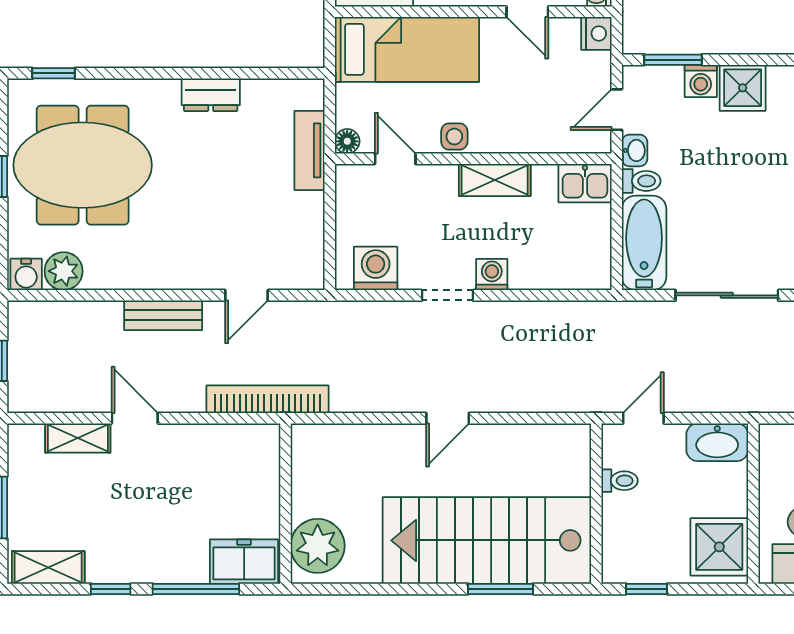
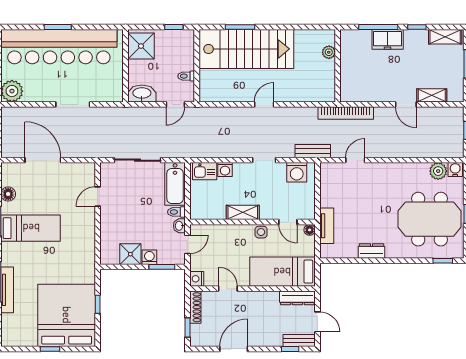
kitchen sink: (585, 183) -> (205, 171), moved, turned 180
washing machine: (492, 275) -> (225, 170), moved
bench: (163, 315) -> (313, 151), moved
plant: (318, 546) -> (329, 52), width x0.53, depth x0.53
freezer: (244, 562) -> (388, 39), moved

